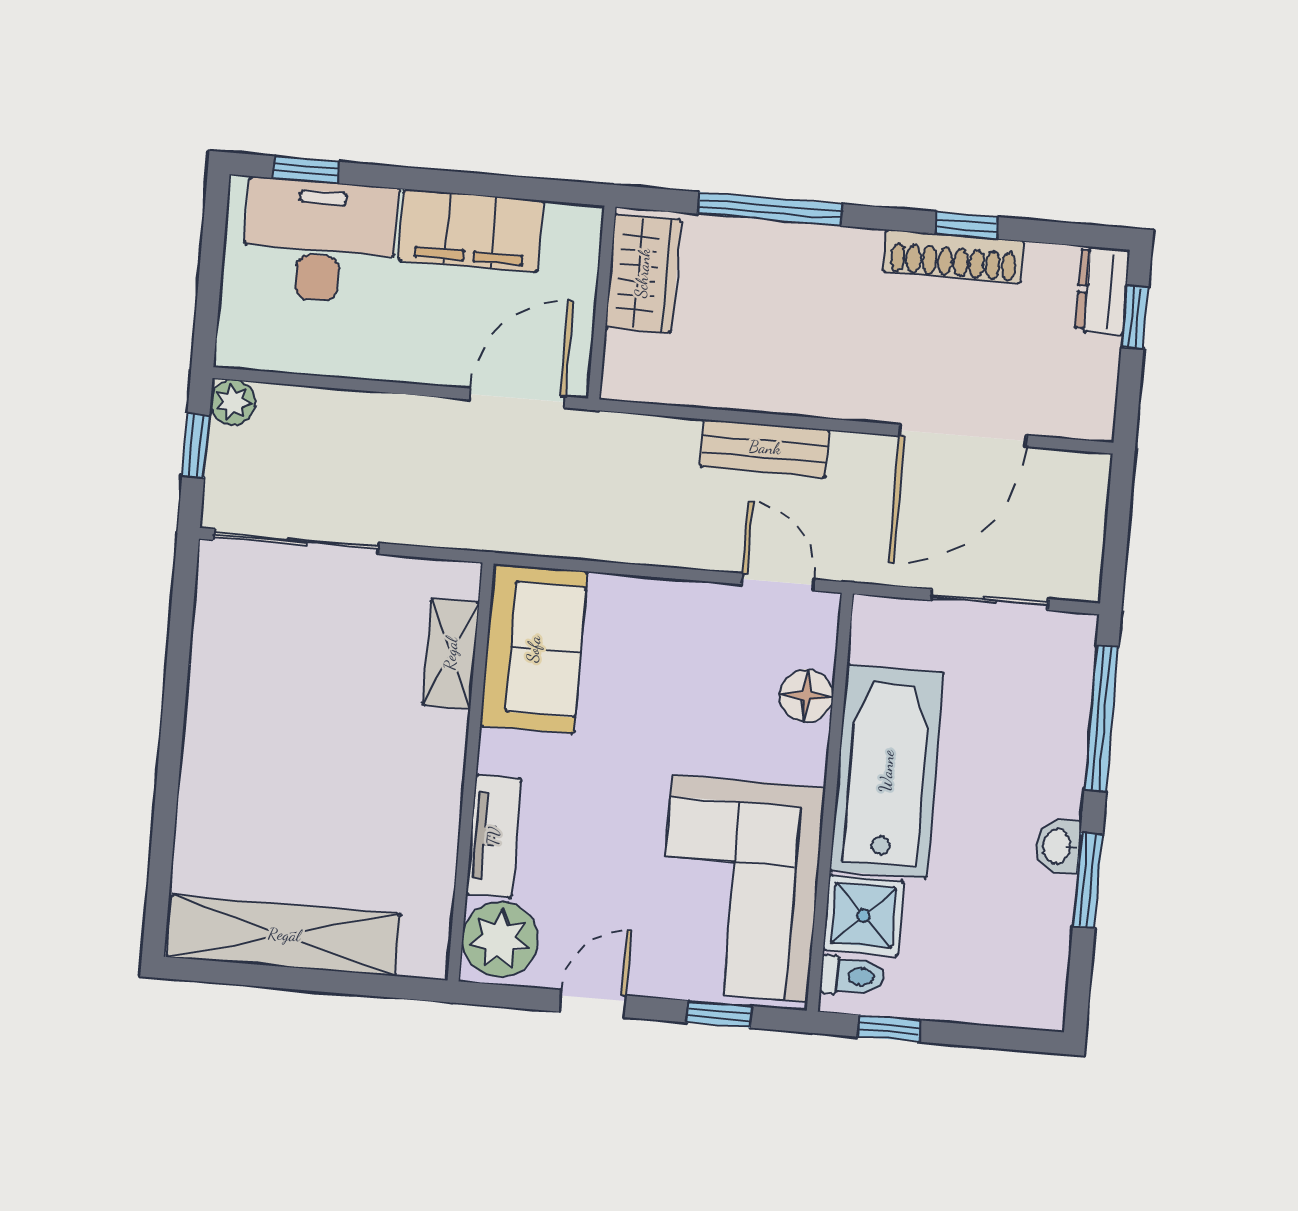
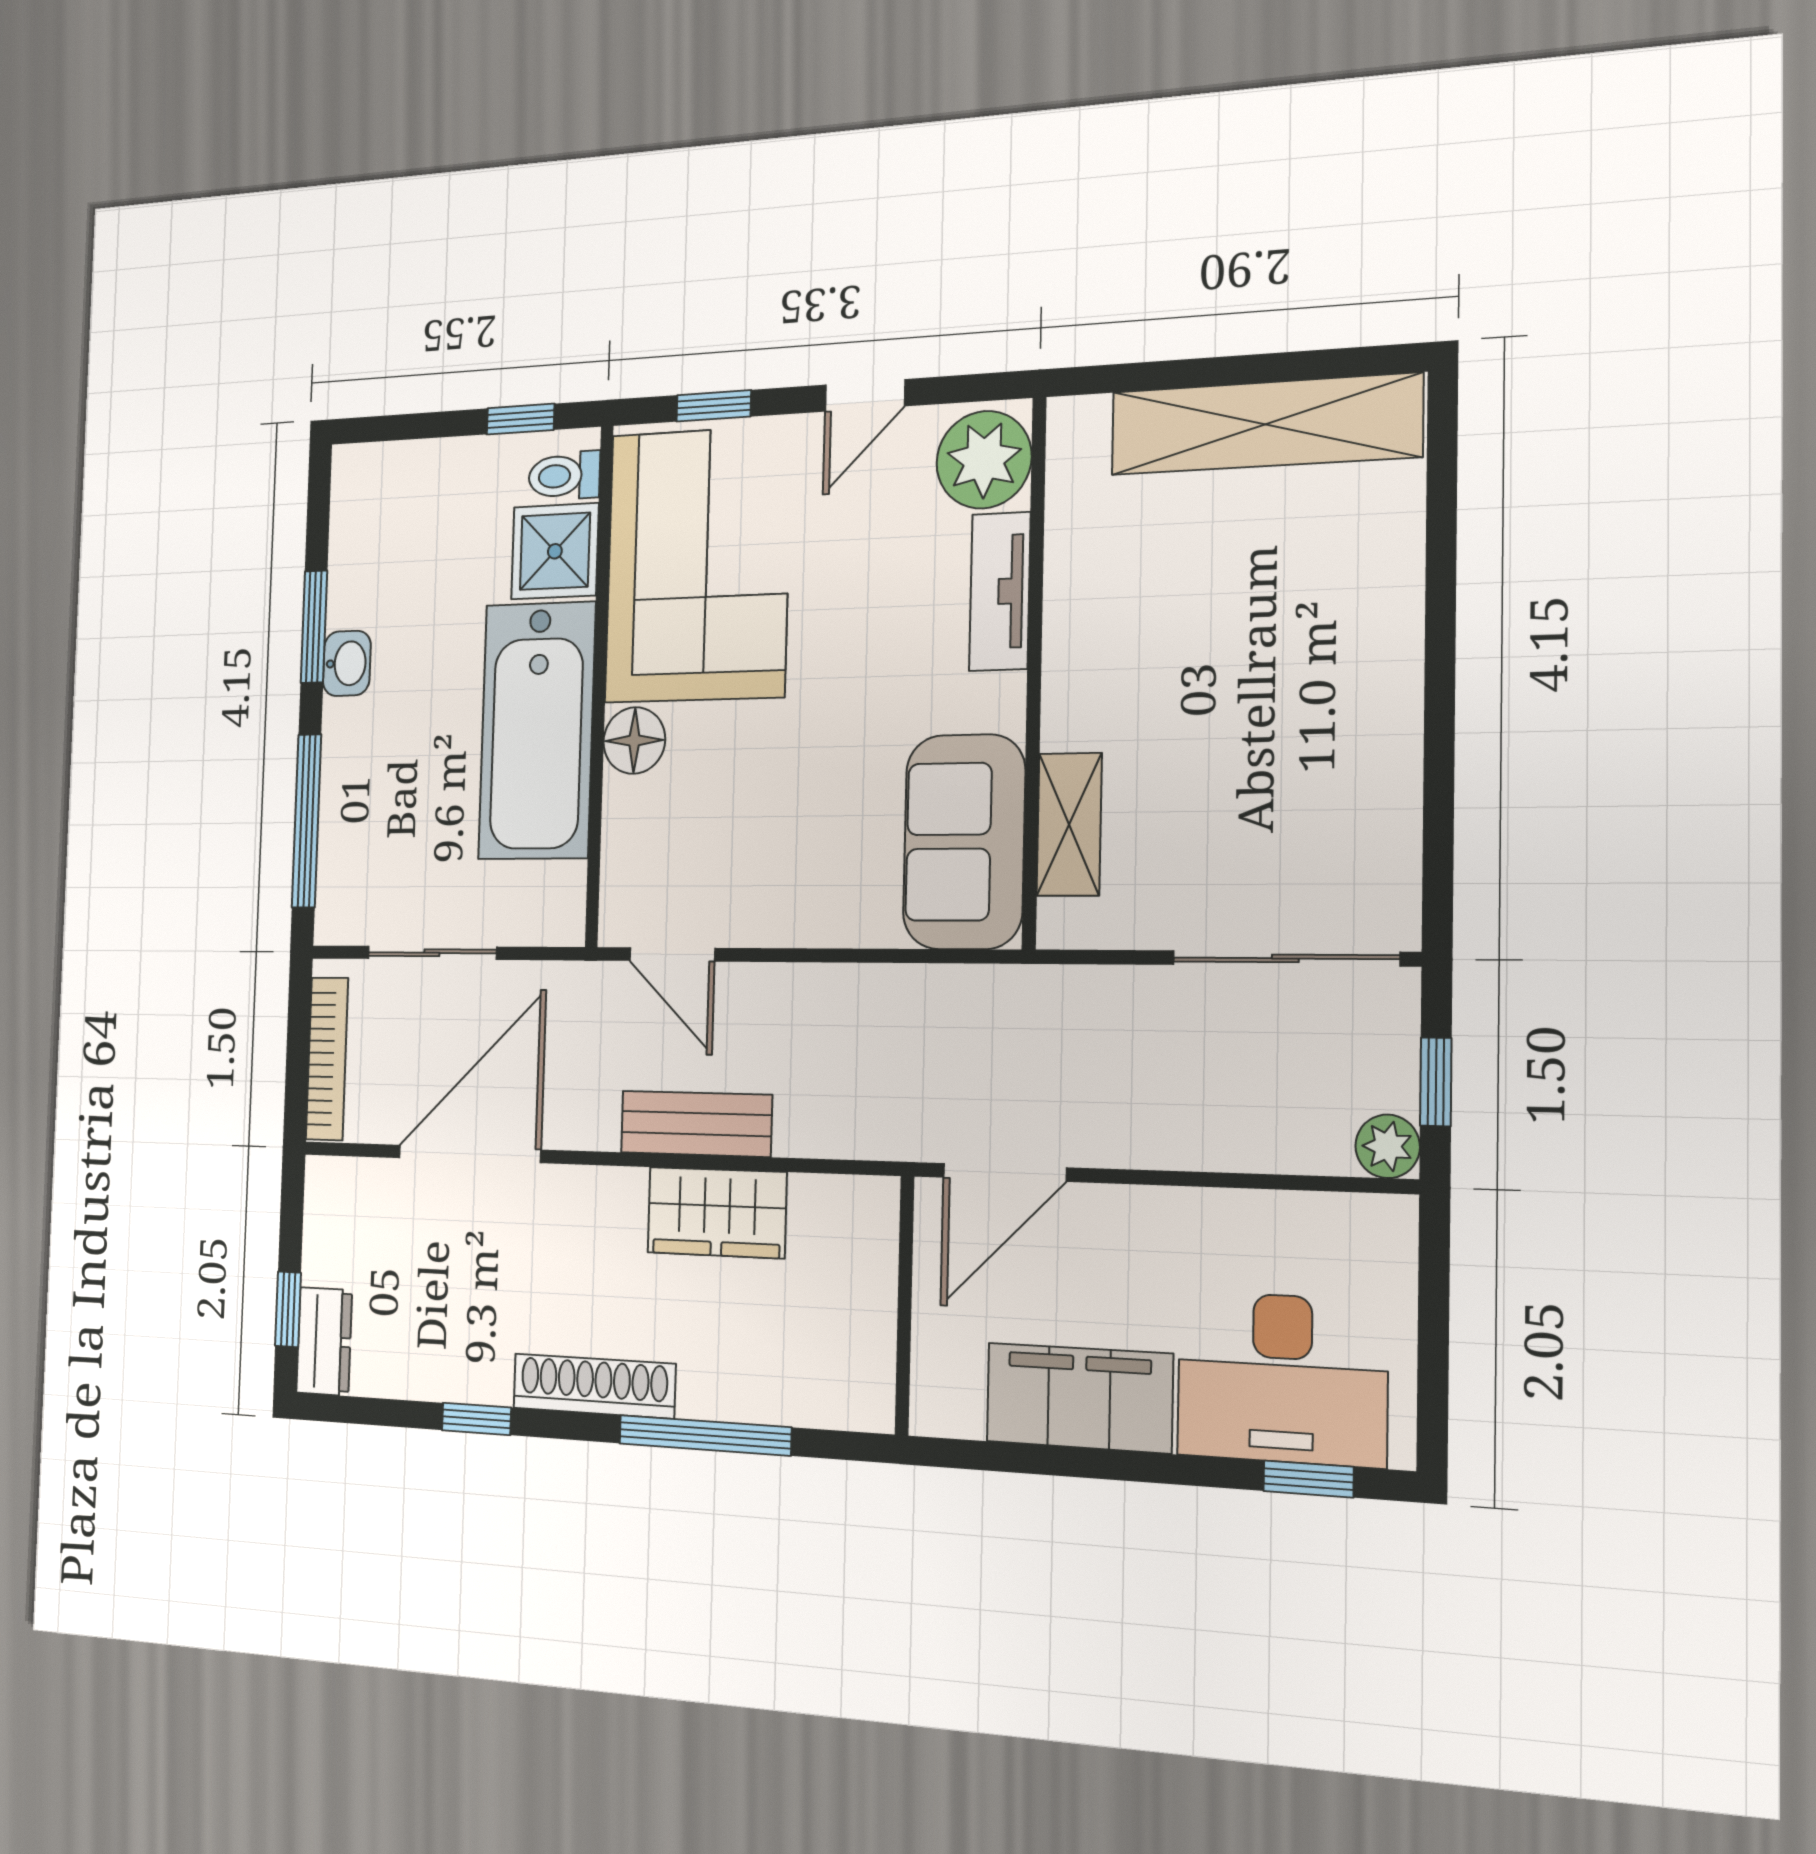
shoe rack: (954, 256) -> (594, 1386), moved
wardrobe: (643, 273) -> (717, 1213), moved, turned -90
bookcase: (1090, 520) -> (327, 1059), added
floor lamp: (807, 696) -> (634, 741), moved

